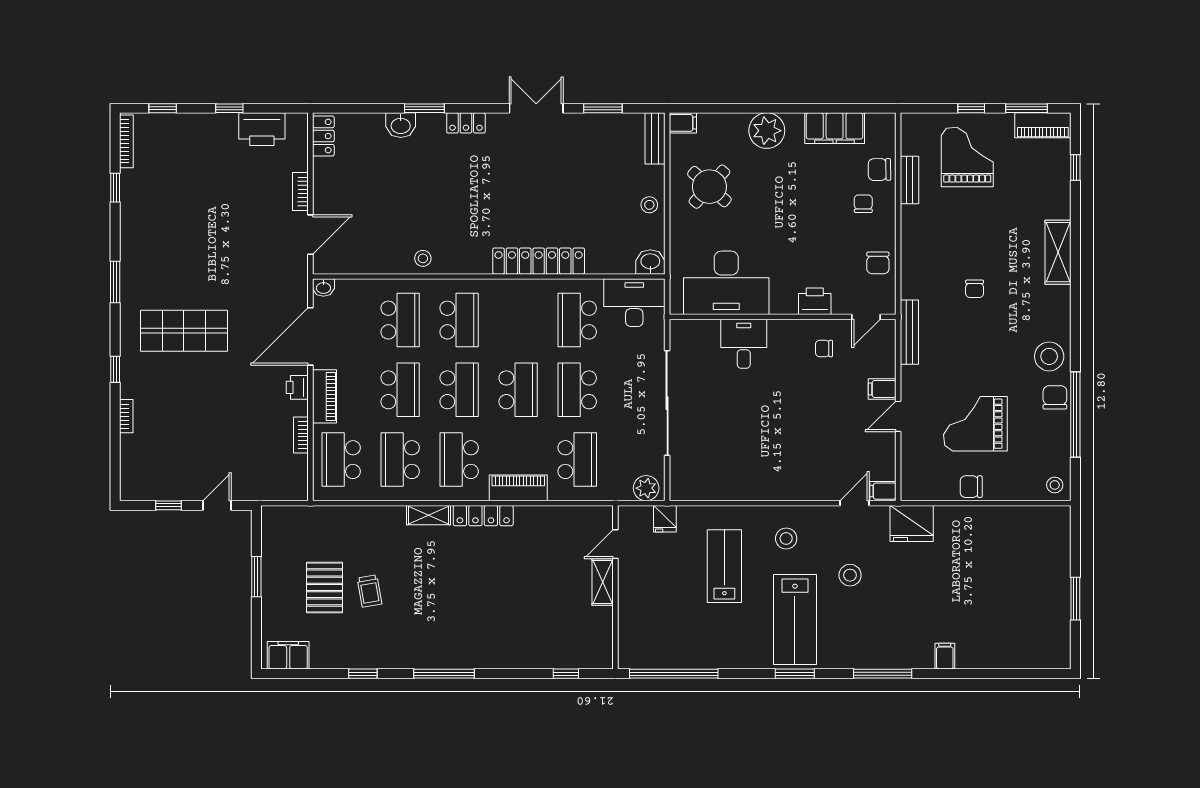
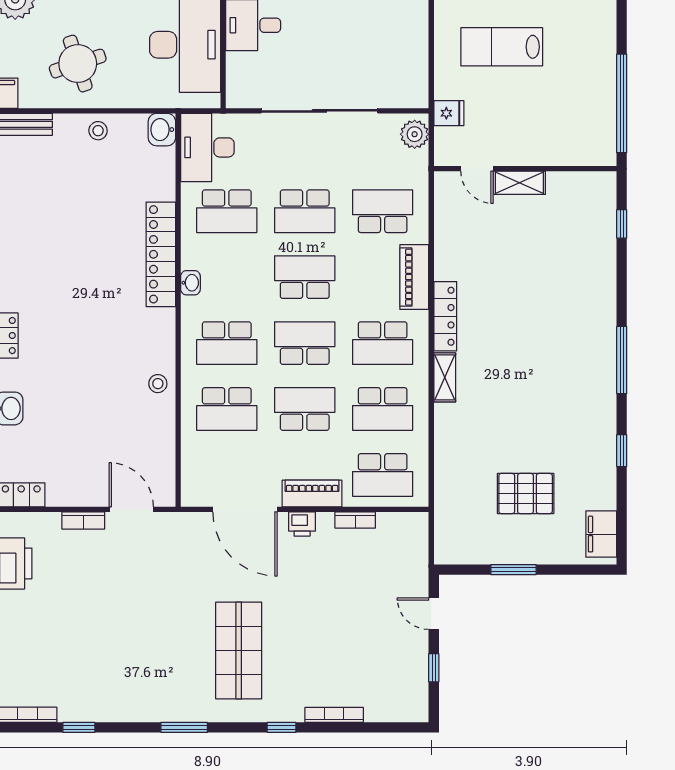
round table: (709, 187) -> (78, 64), turned 30
washbasin: (323, 288) -> (190, 283), moved
school desk: (400, 320) -> (227, 409), turned 180
school desk: (459, 320) -> (227, 343), turned 180
bookcase: (126, 416) -> (334, 715), width x1.56
trolley: (370, 591) -> (529, 443), removed

